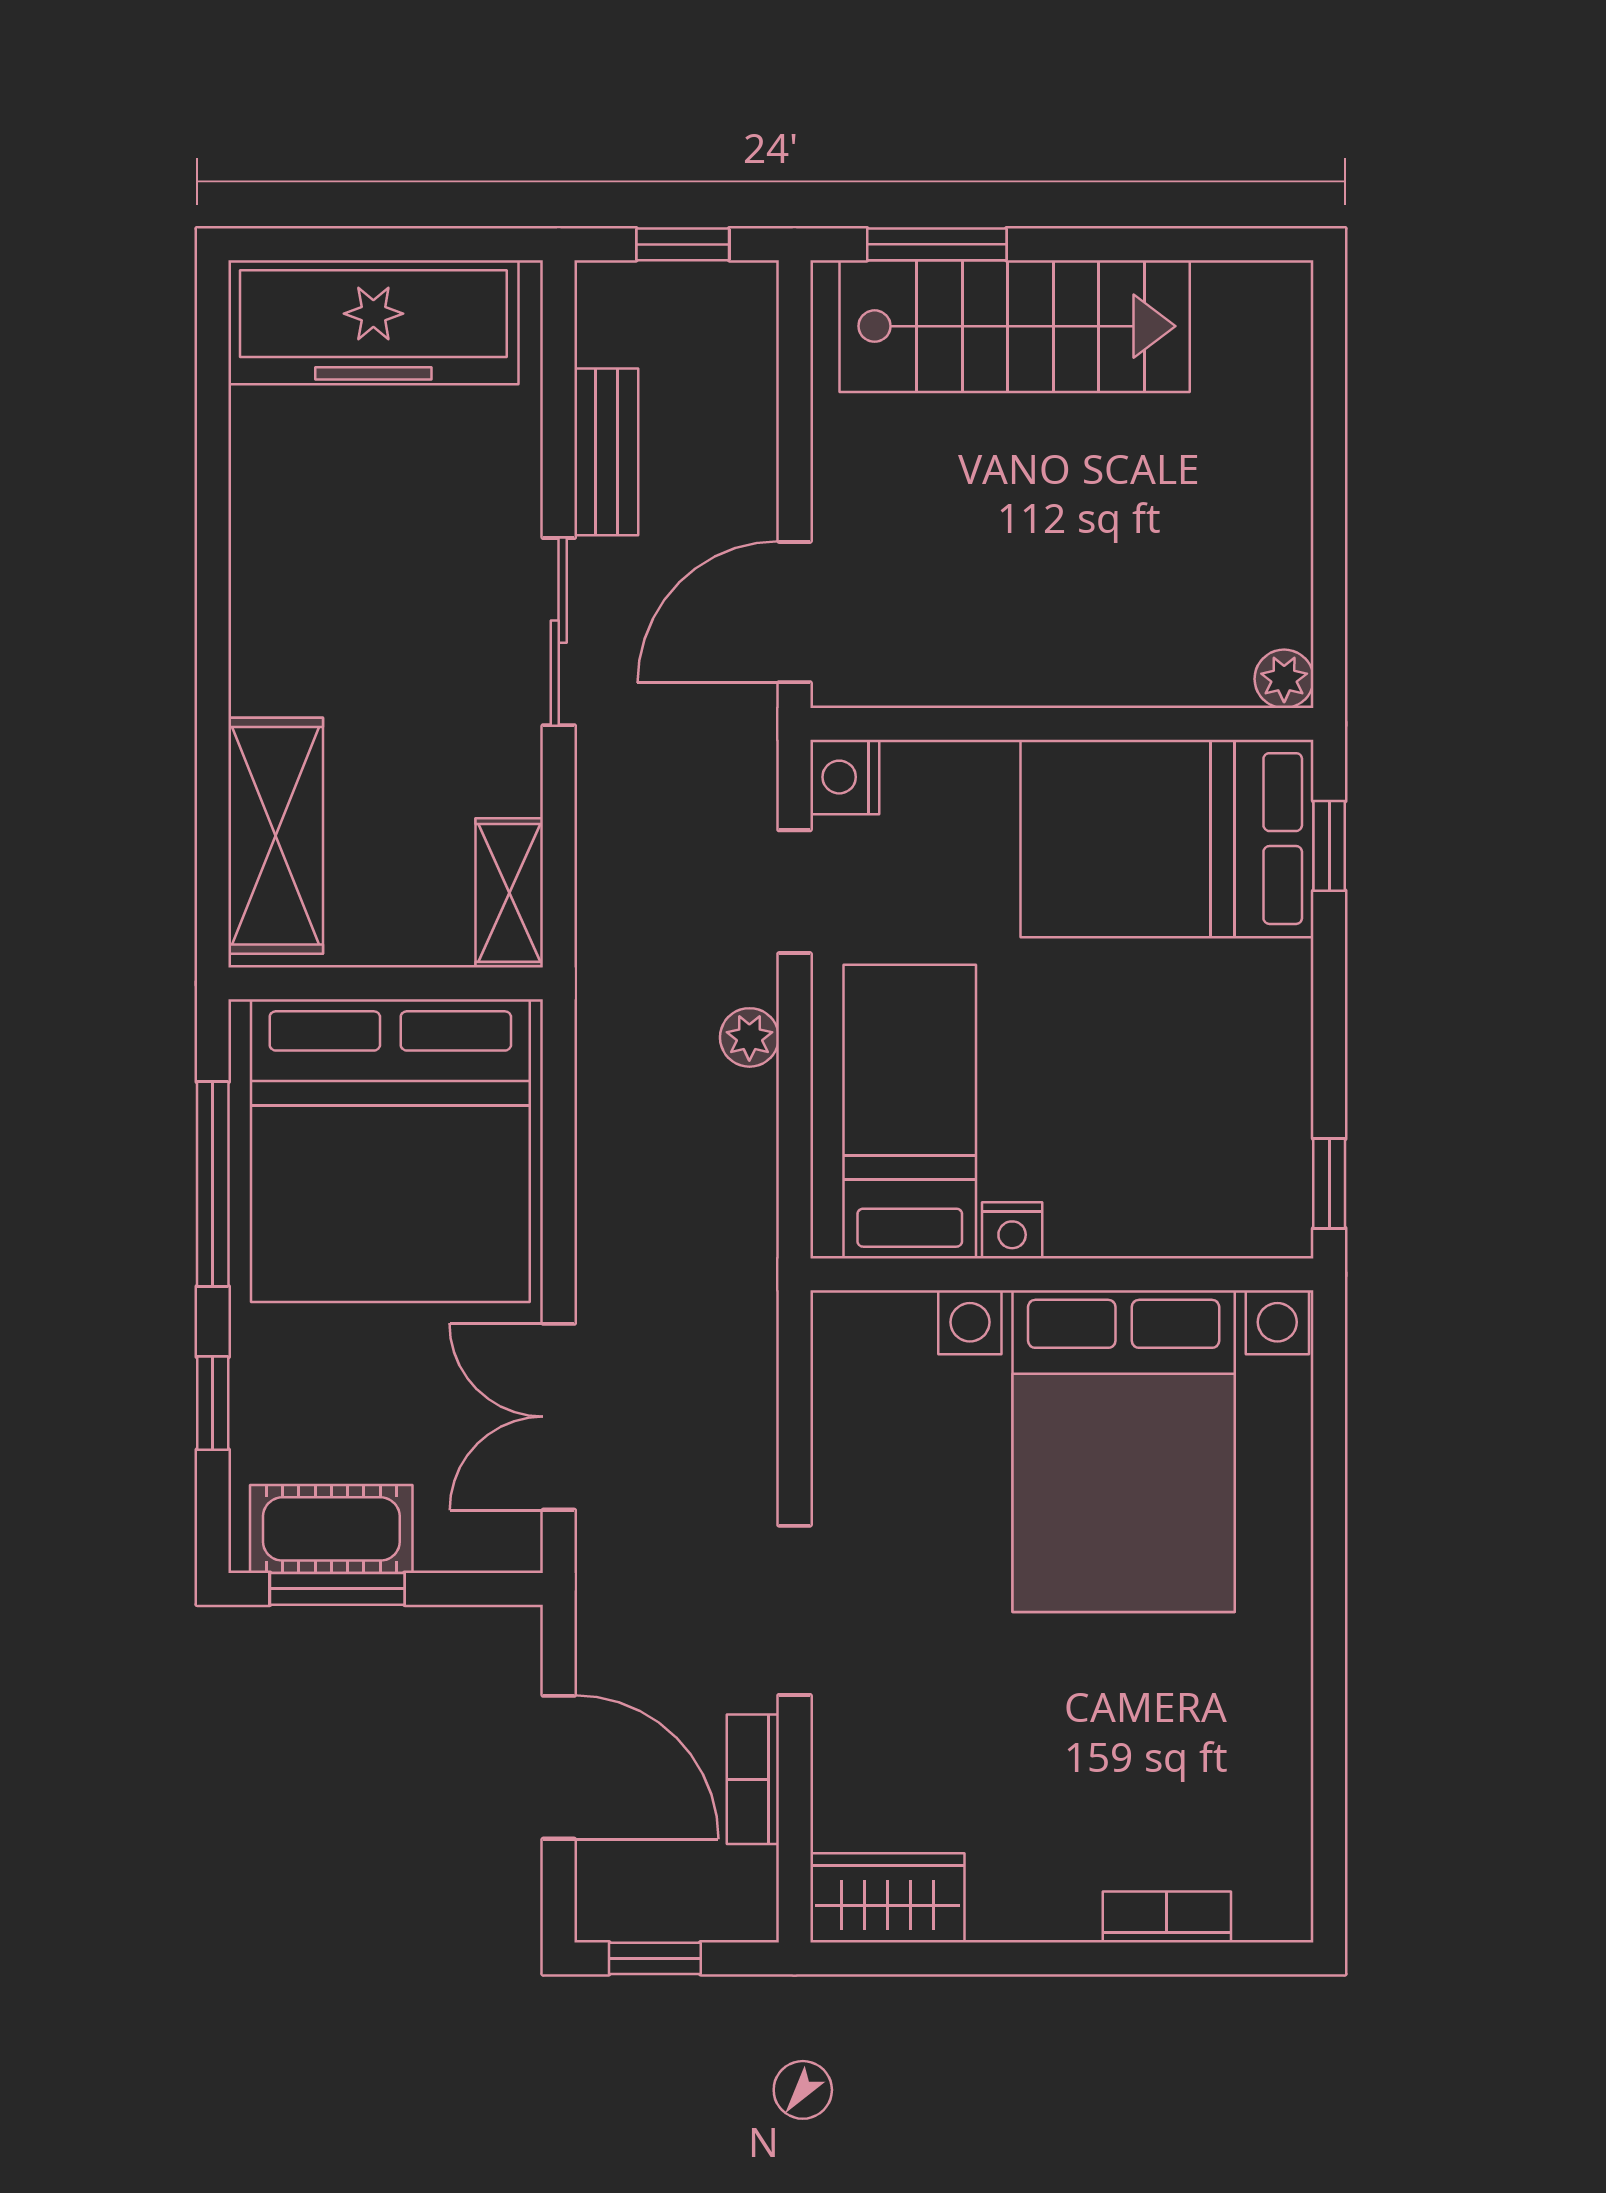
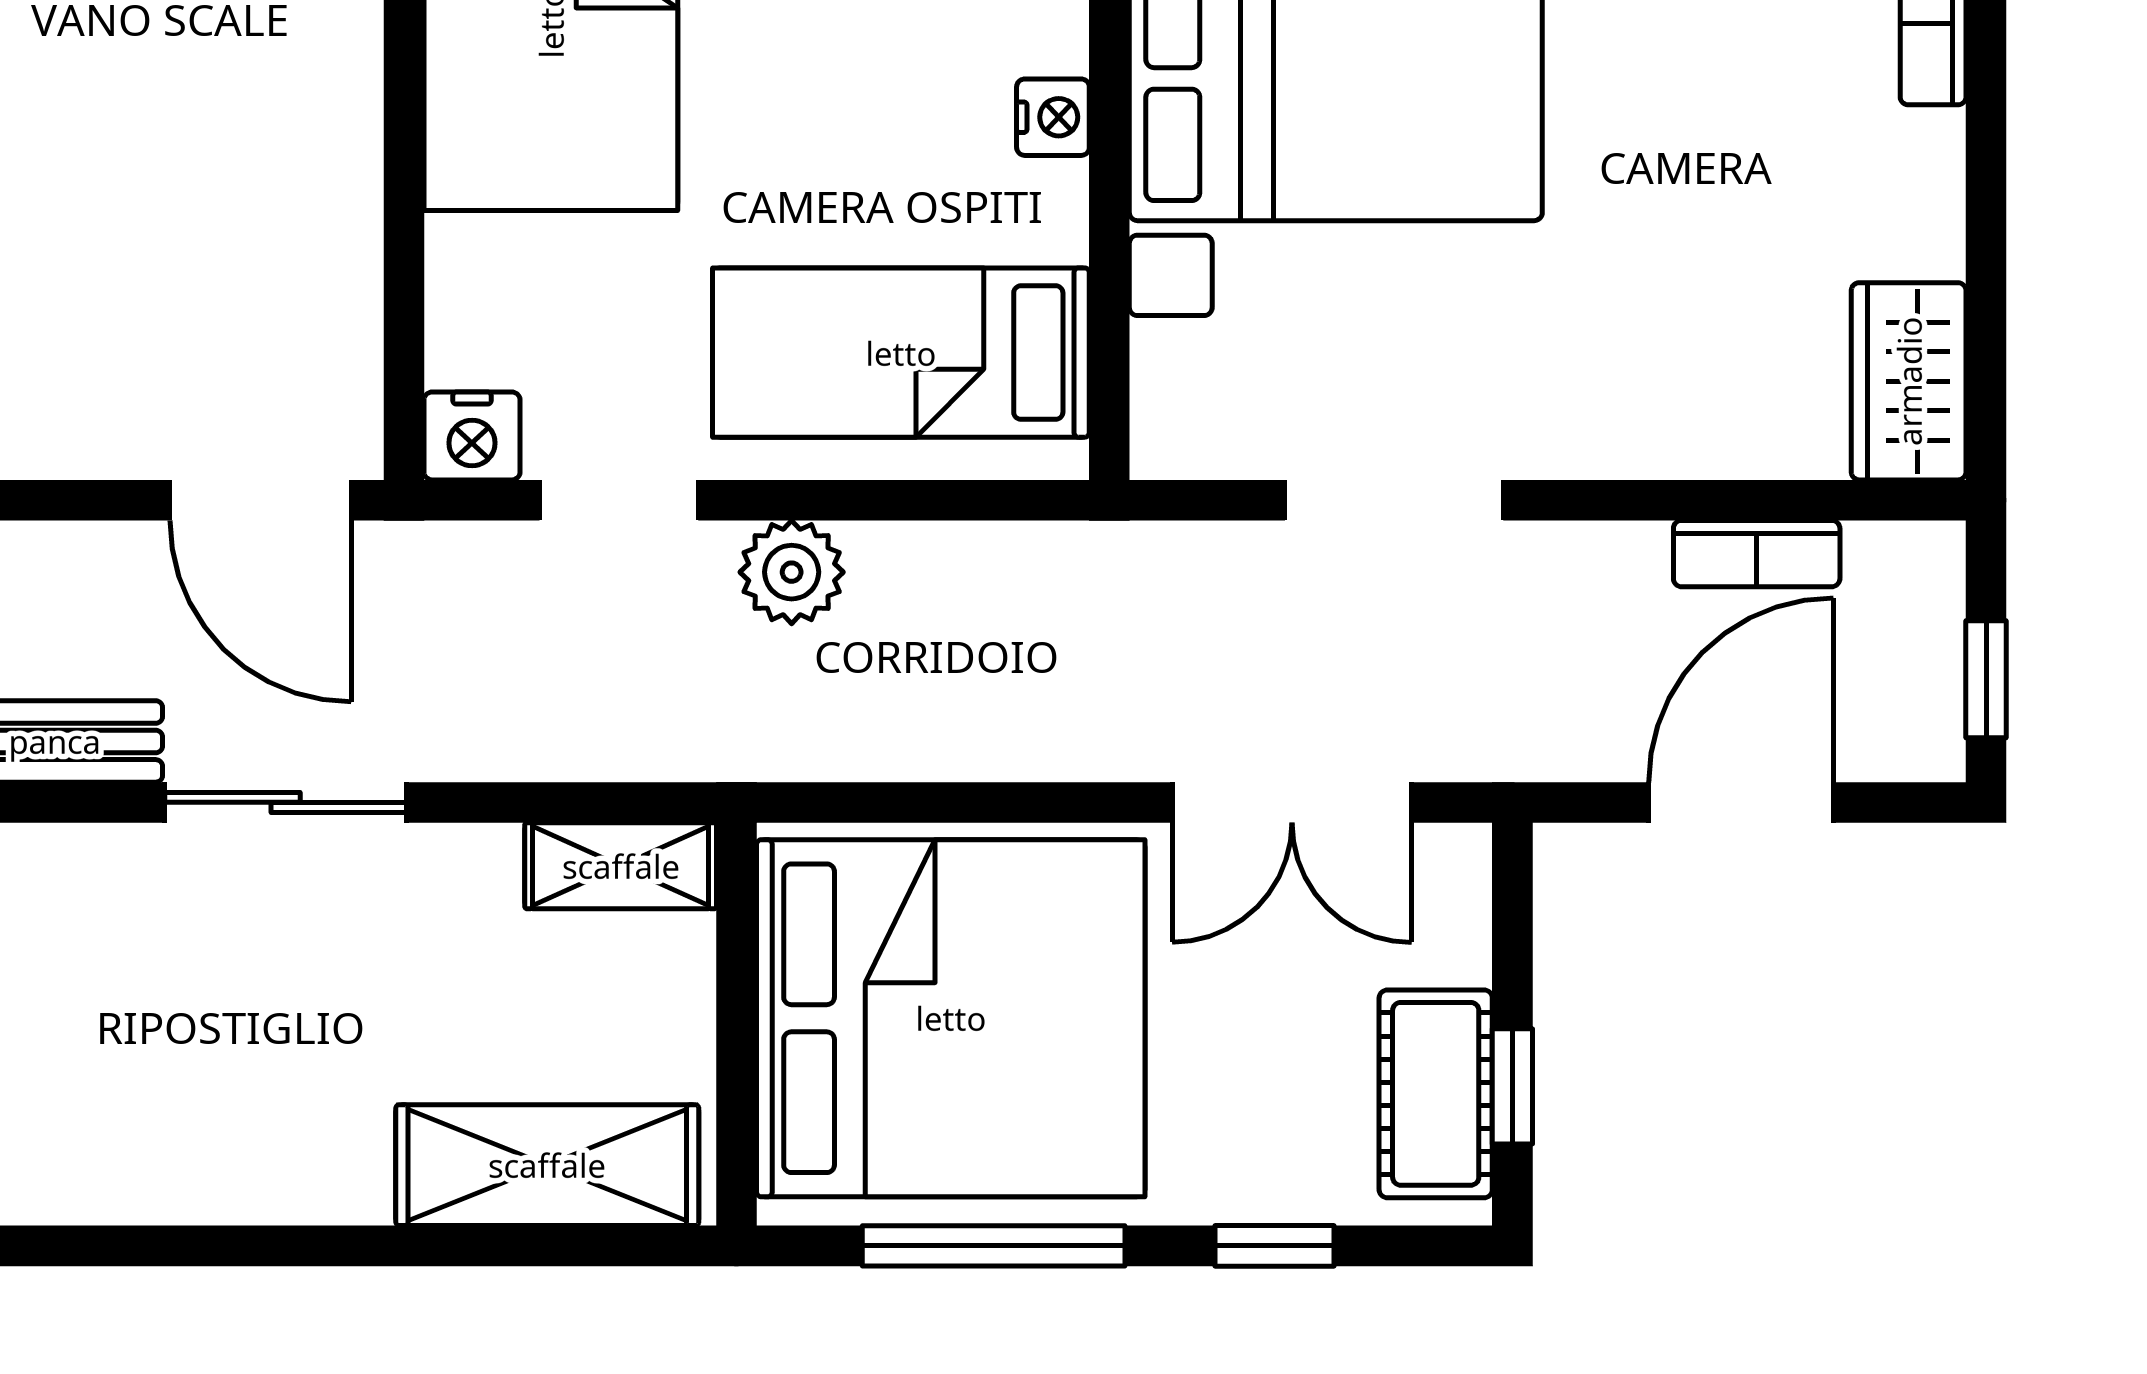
plant: (749, 1037) -> (792, 572), width x1.38, depth x1.38
nightstand: (1012, 1230) -> (1053, 117), moved
window: (337, 1589) -> (1512, 1086), width x0.67
doorway: (795, 1610) -> (1394, 500), moved

